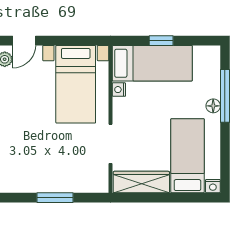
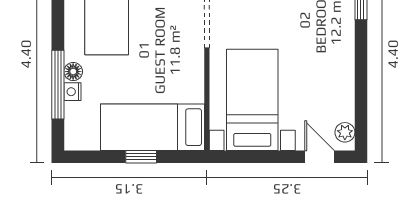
door: (24, 41) -> (319, 157), hinge flipped
nightstand: (119, 90) -> (72, 92), moved, turned 180

